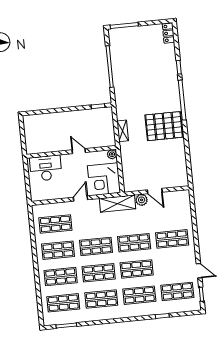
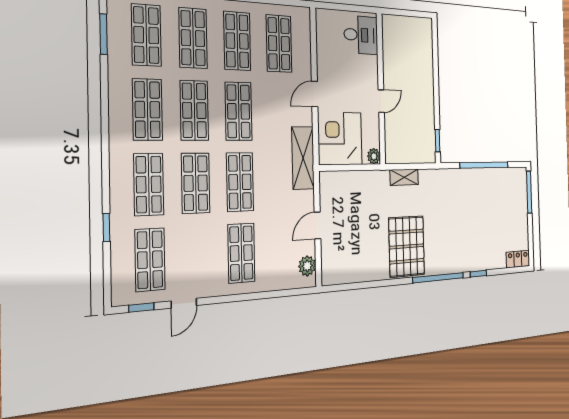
desk: (46, 168) -> (361, 35), width x0.73
door: (80, 198) -> (315, 94), swing flipped
plant: (142, 200) -> (307, 266), moved

